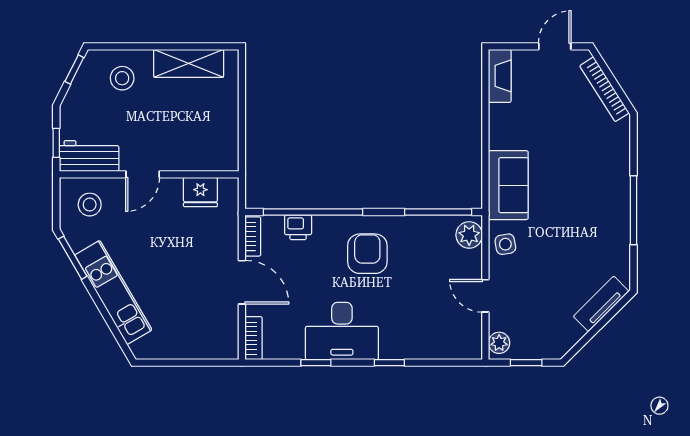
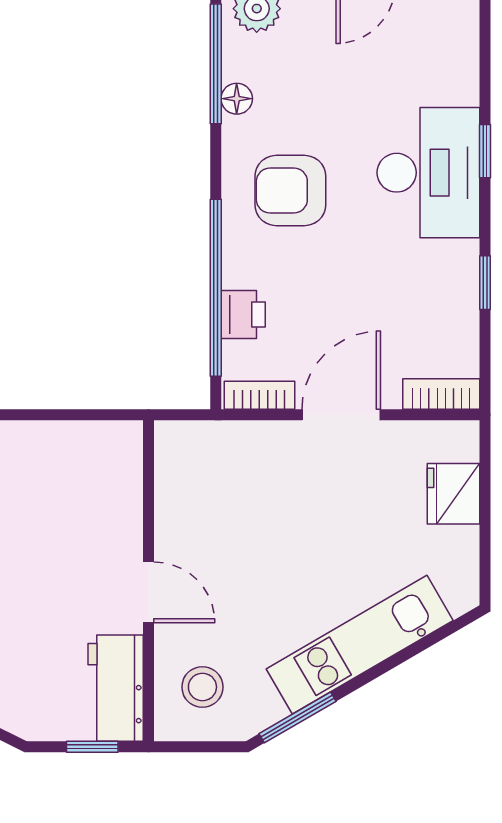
fridge: (200, 192) -> (453, 494), moved, turned 180
floor lamp: (419, 224) -> (237, 99), added
desk: (342, 331) -> (428, 173), moved

